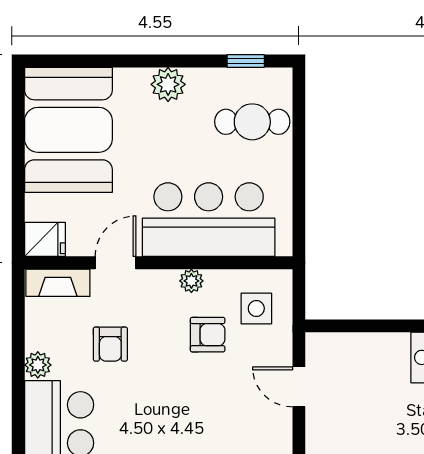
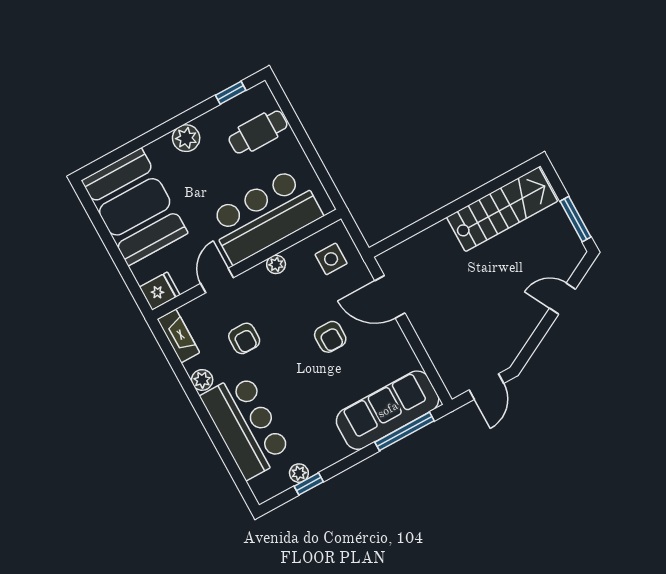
fireplace: (58, 283) -> (178, 336), moved, turned -90
armchair: (208, 335) -> (330, 337), moved, turned 90
door: (299, 387) -> (390, 297), width x1.38

